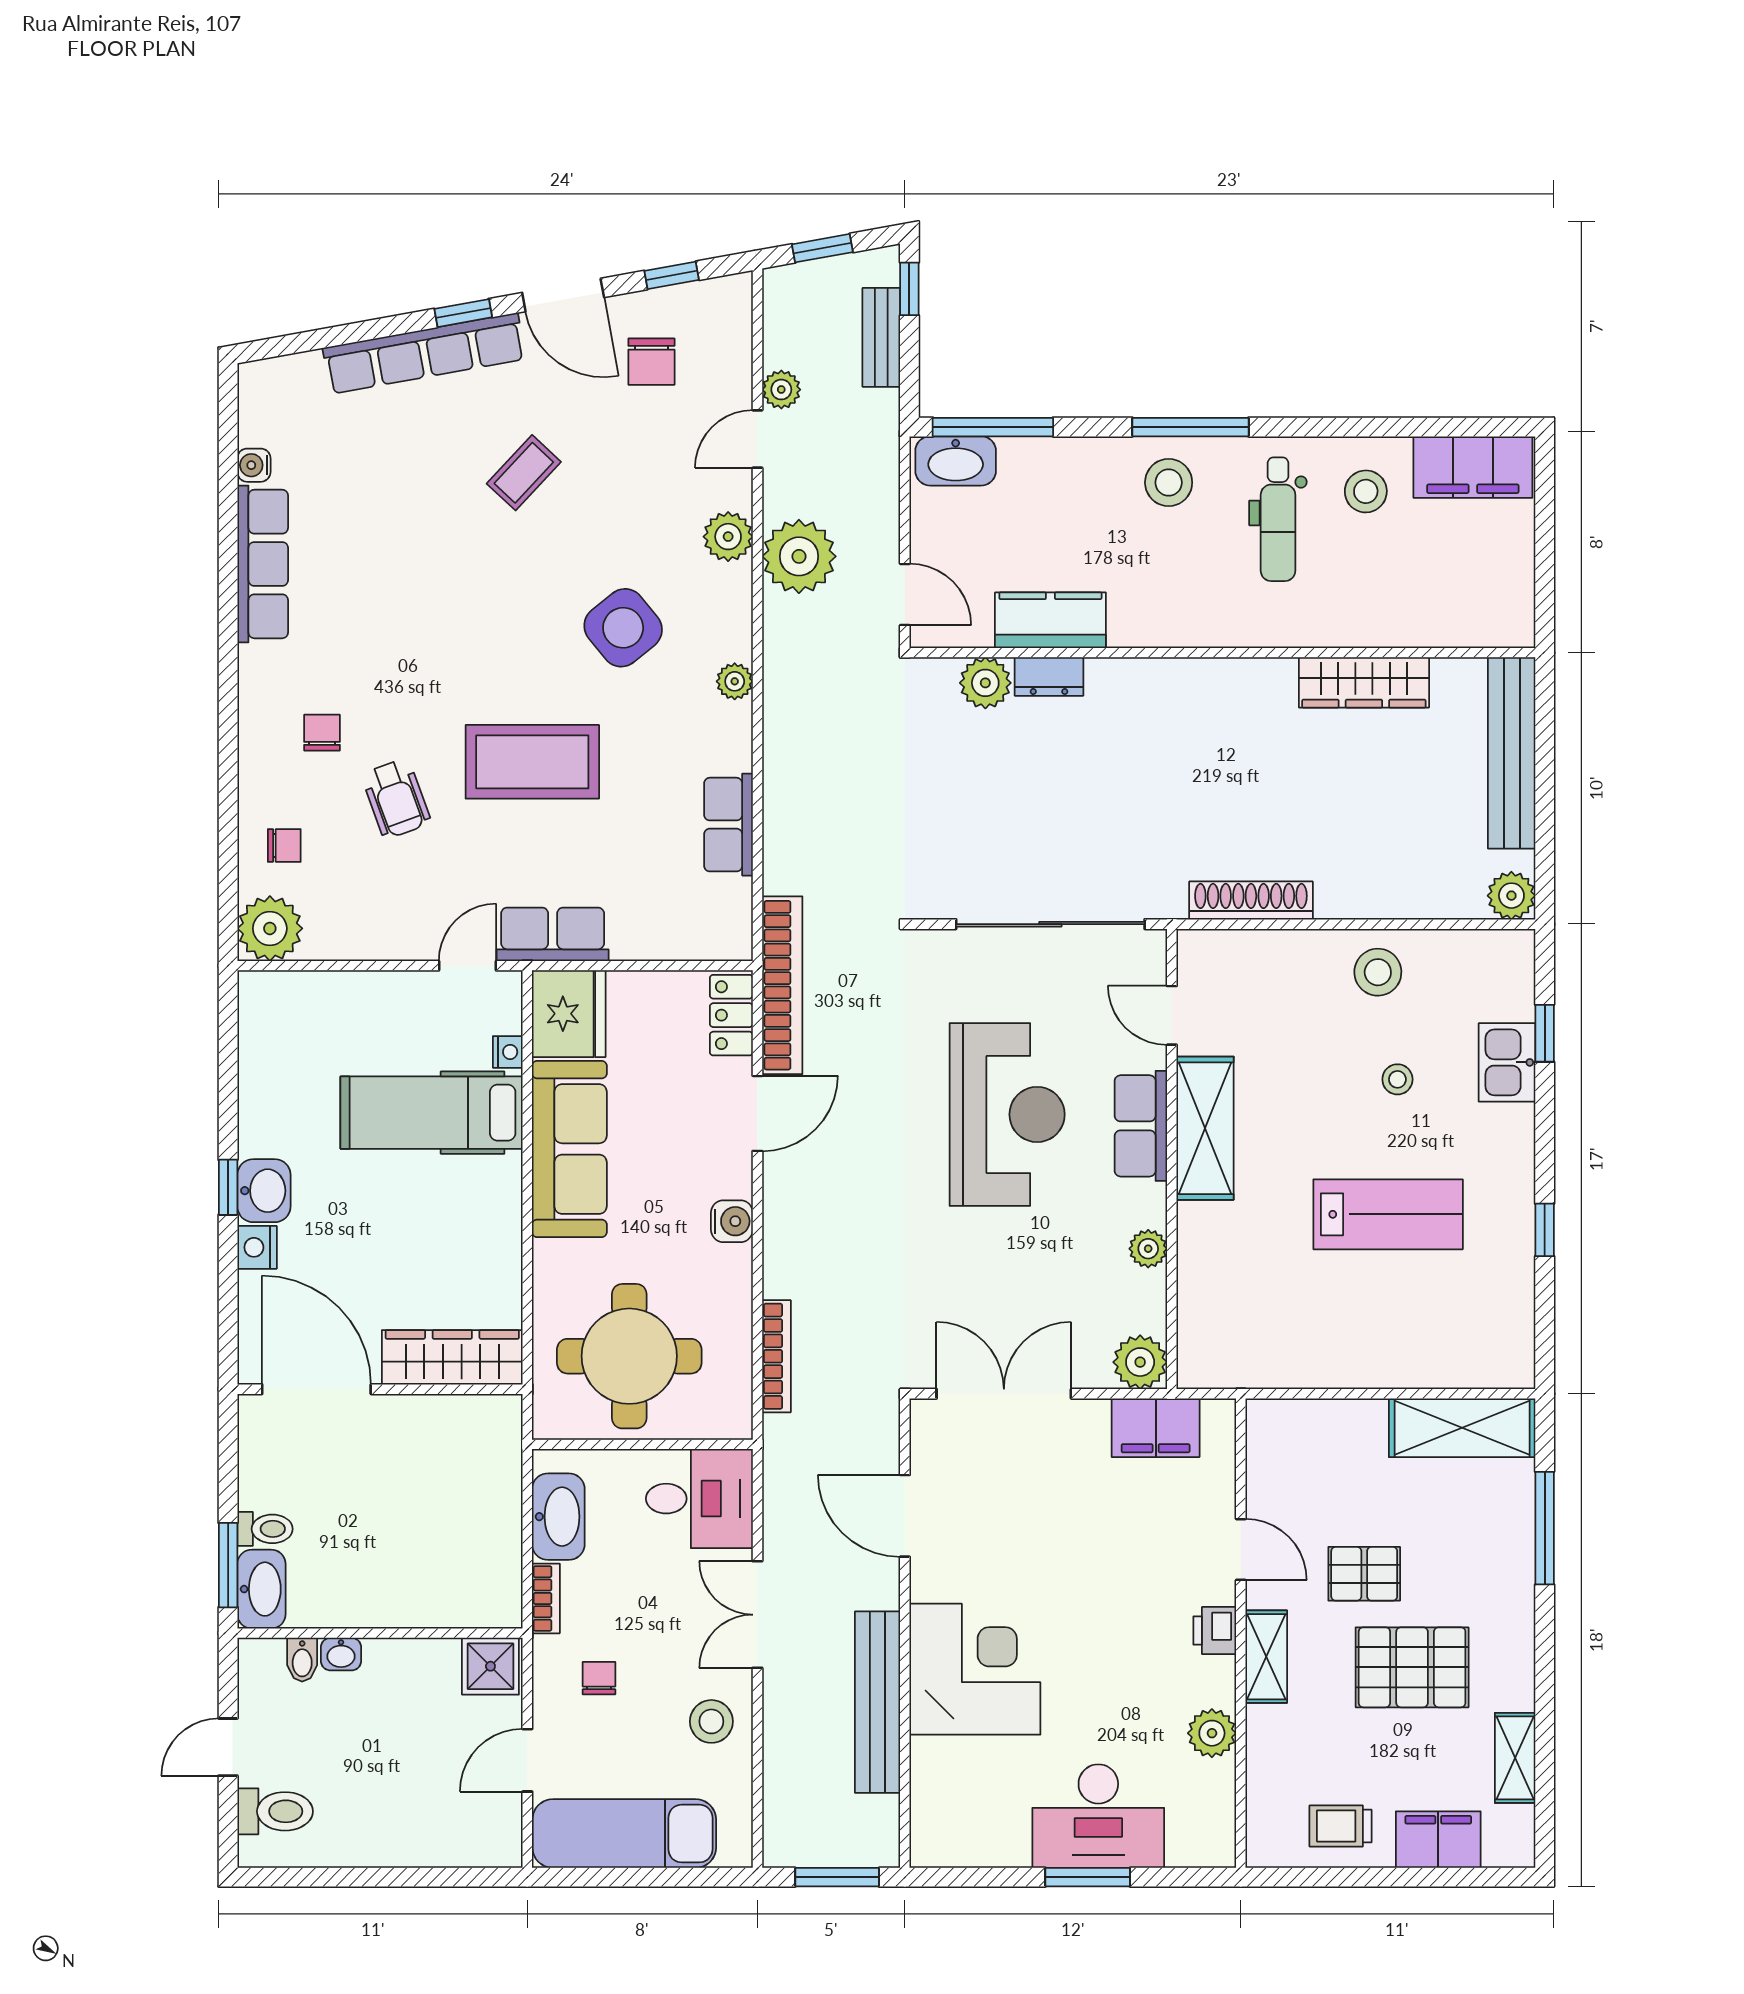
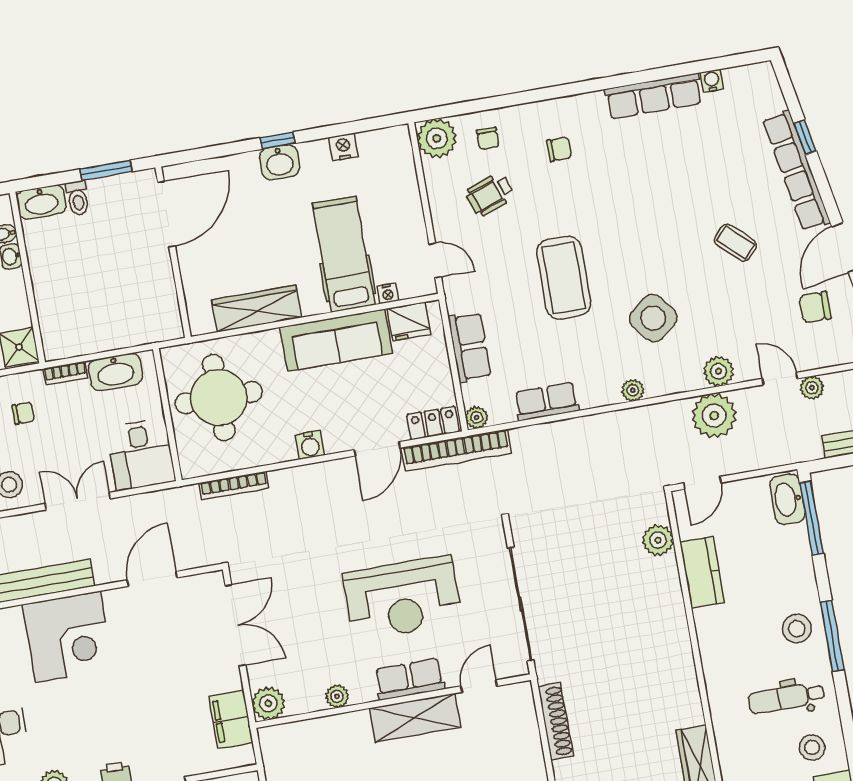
window: (463, 313) -> (805, 137), moved
dresser: (1049, 677) -> (668, 577), removed
wheelchair: (396, 799) -> (490, 194), moved
row of seats: (553, 934) -> (470, 347), moved
plant: (735, 943) -> (477, 418), added
fridge: (569, 1014) -> (409, 321), width x0.73, depth x0.75
door: (757, 1113) -> (377, 449), hinge flipped
nightstand: (257, 1247) -> (343, 147), moved
wardrobe: (452, 1357) -> (256, 309), moved, turned -90
window: (228, 1565) -> (106, 170), moved

